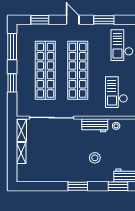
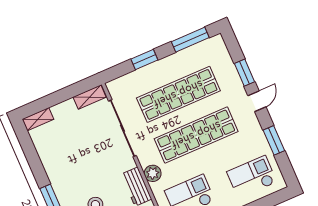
window: (40, 20) -> (244, 73), moved
plant: (91, 110) -> (153, 173), added
shelving: (21, 153) -> (38, 119), moved

